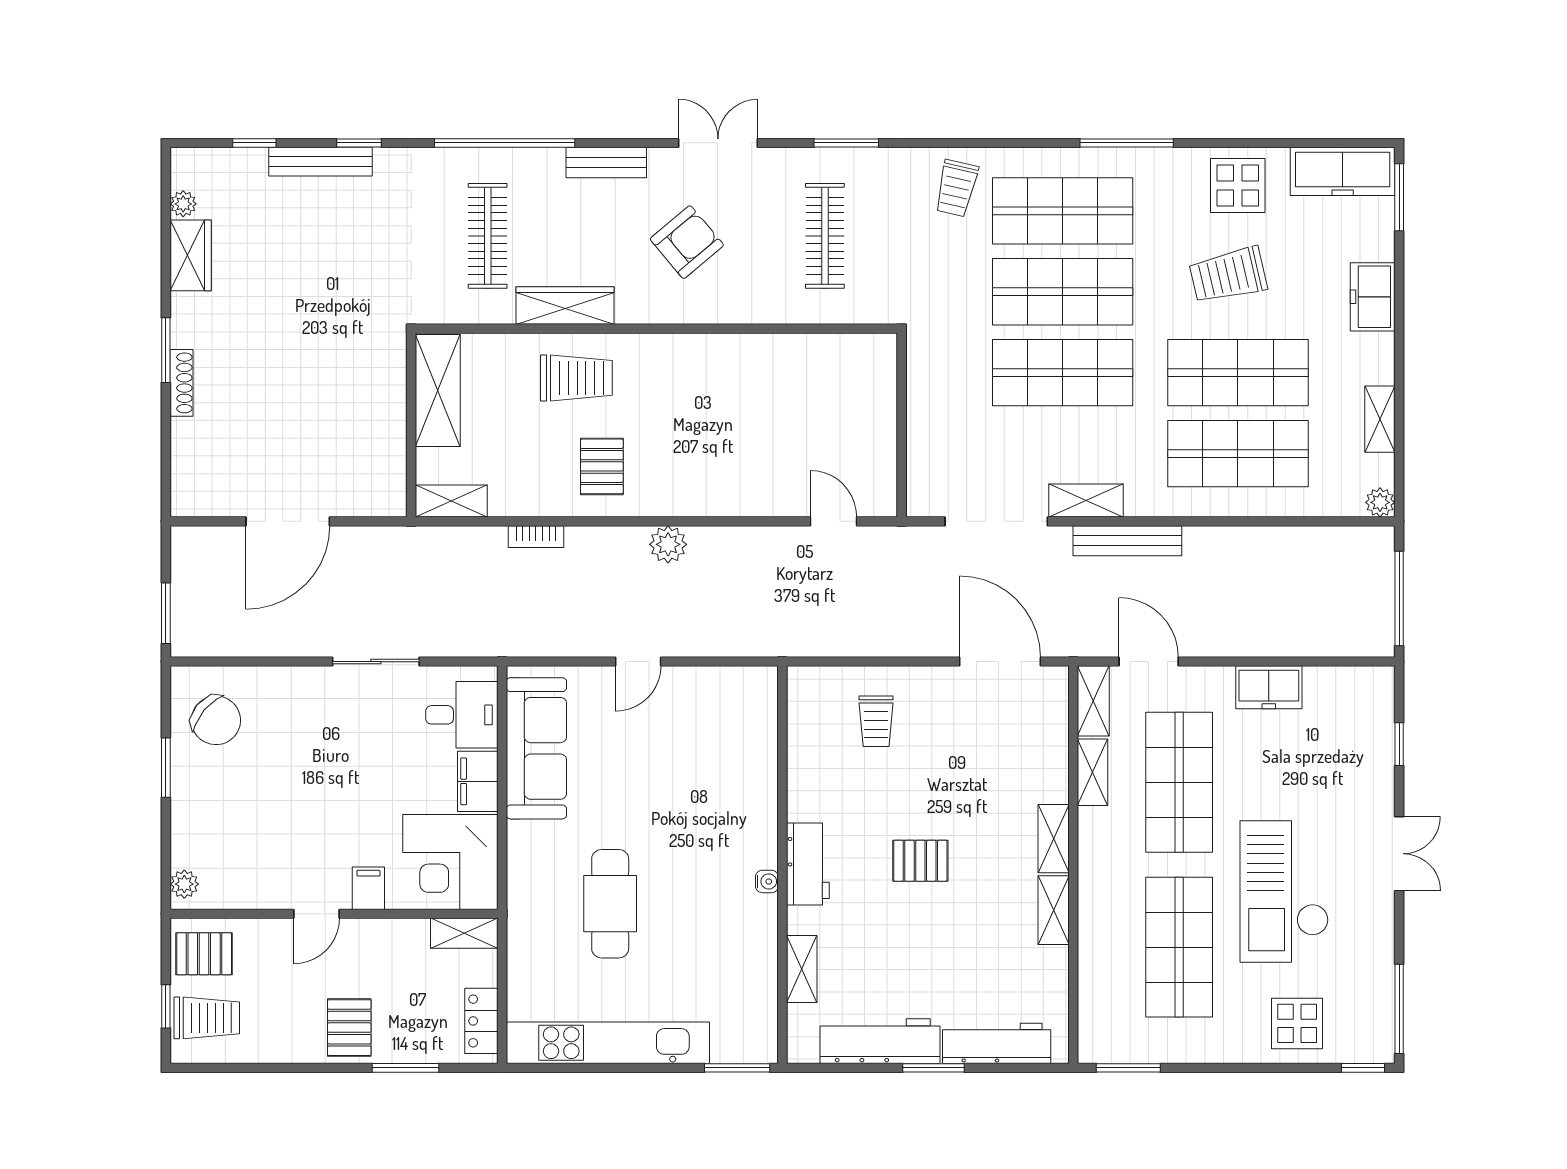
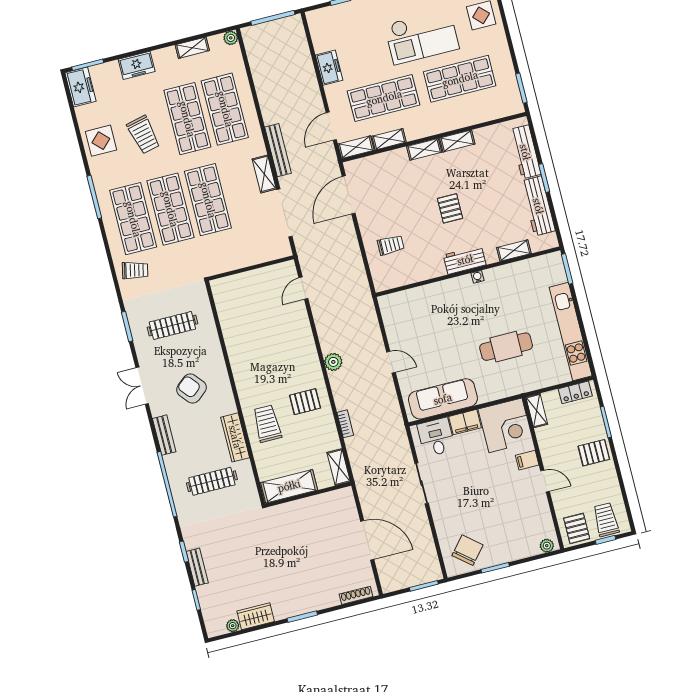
bench: (320, 162) -> (197, 567), width x0.73
freezer: (1343, 171) -> (80, 87), width x0.71
shoe rack: (181, 383) -> (356, 595), moved

